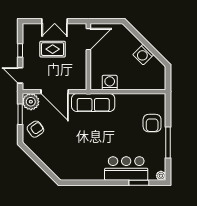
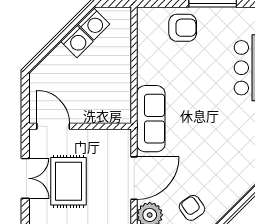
rug: (53, 49) -> (69, 181), width x1.36, depth x1.43
washing machine: (110, 83) -> (94, 24), moved, turned -135

